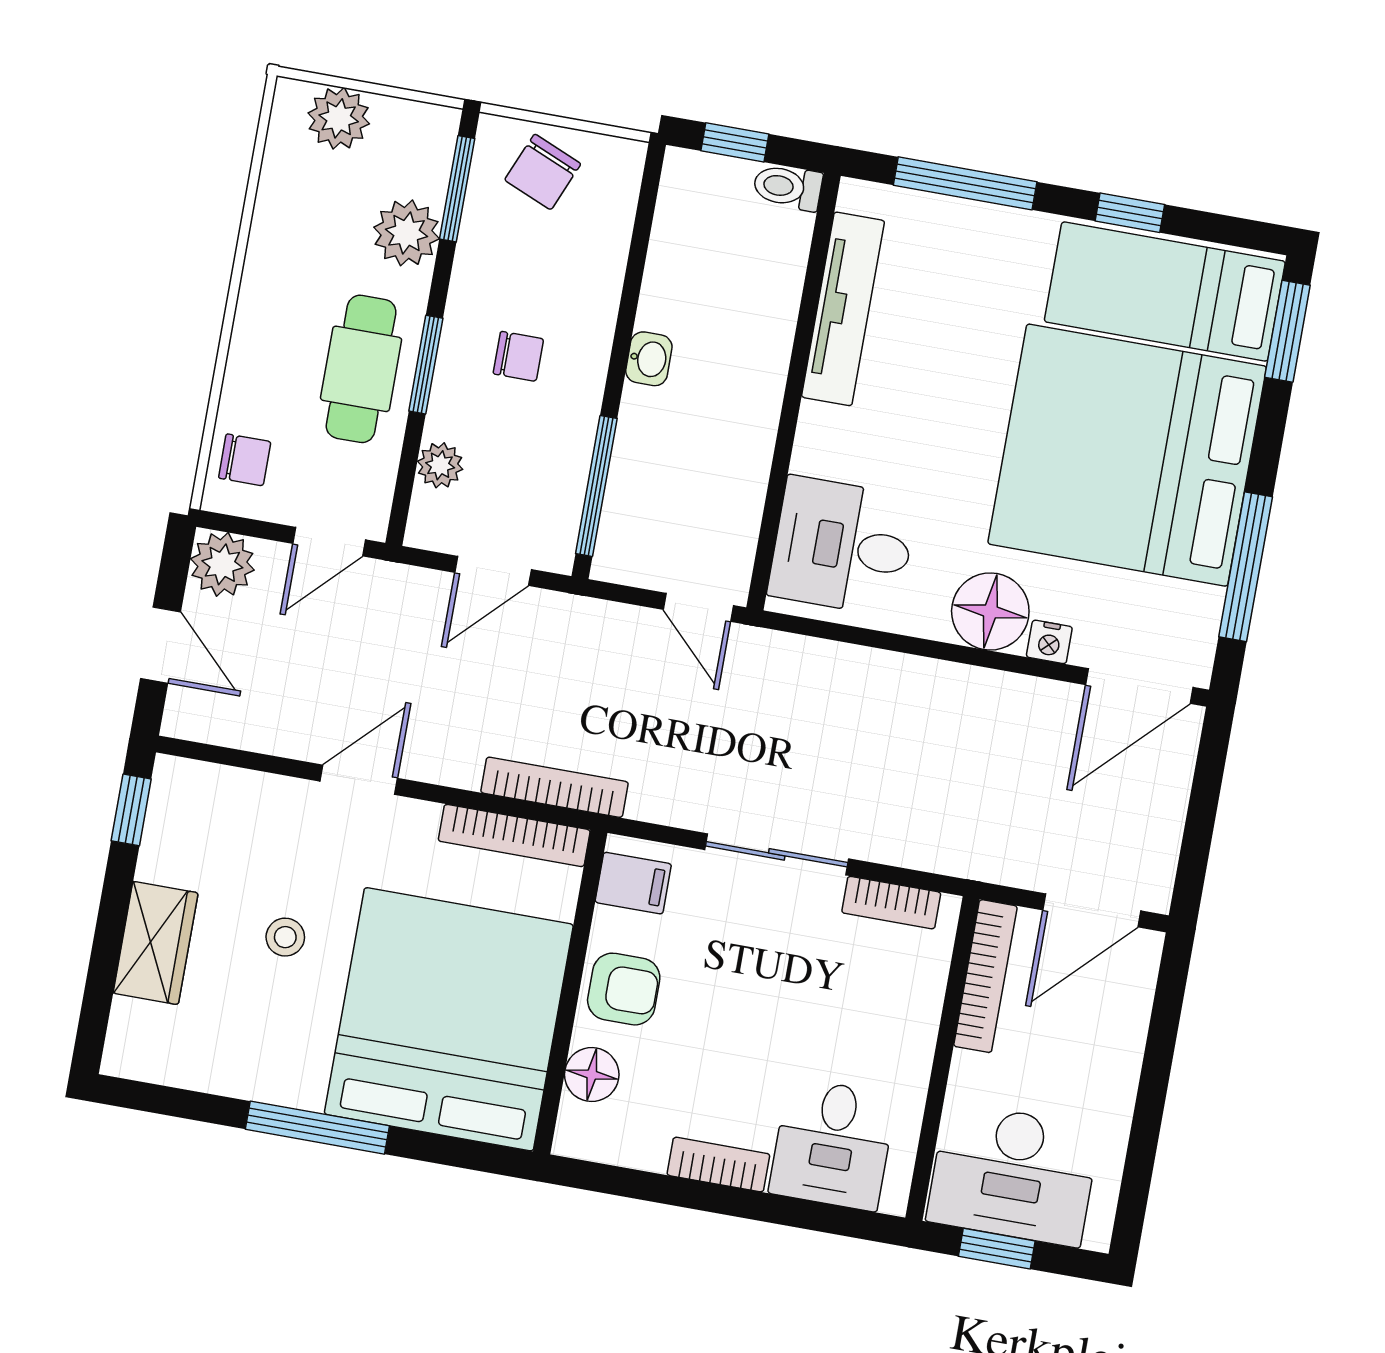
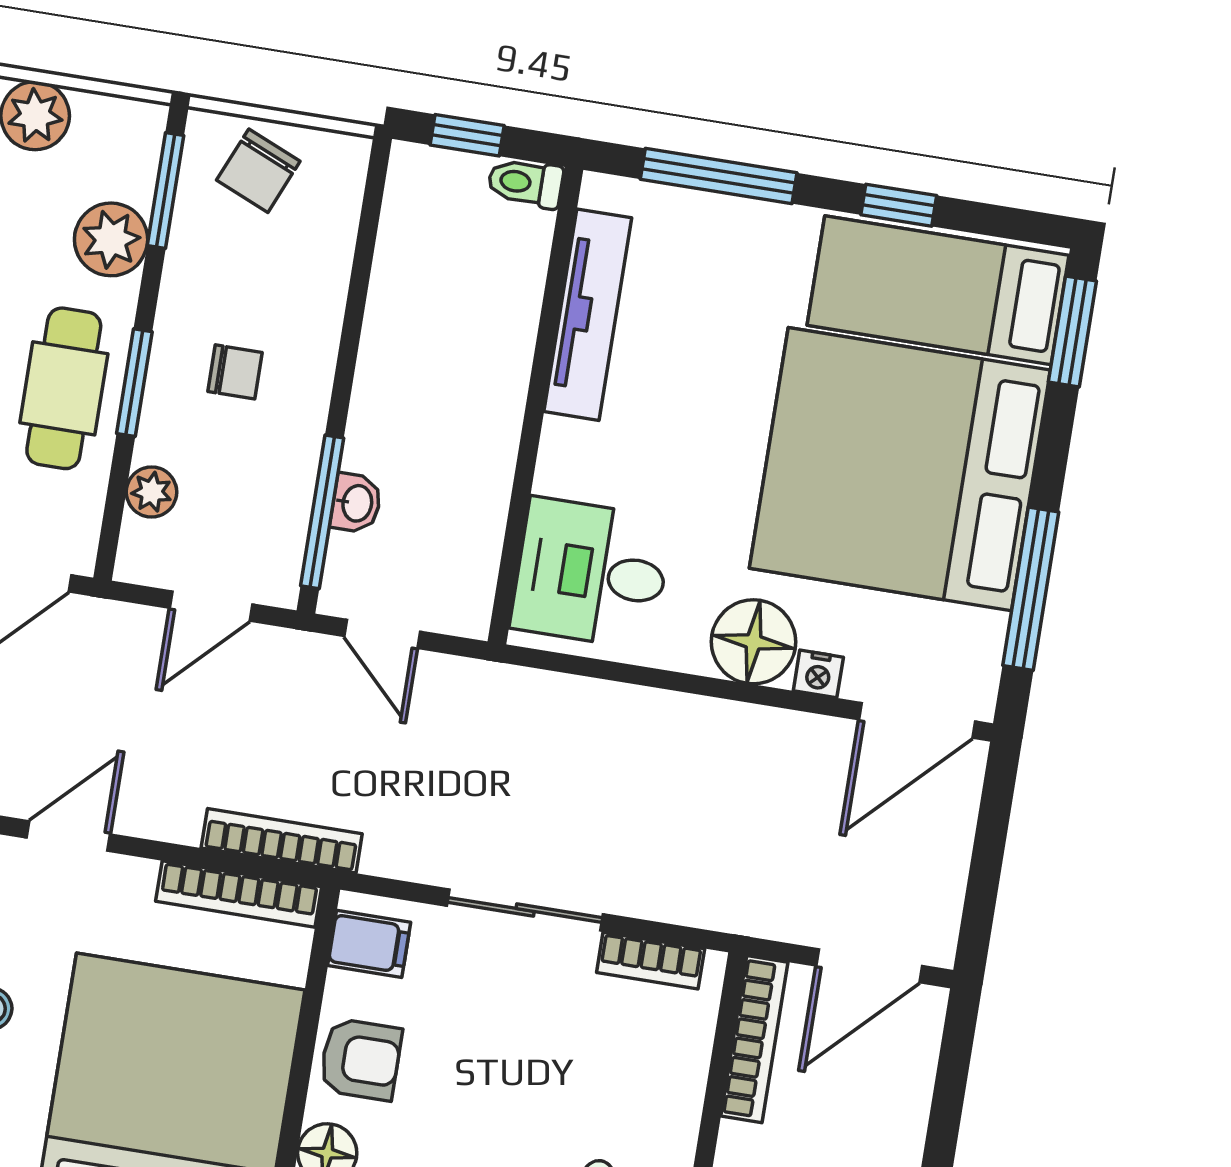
washbasin: (649, 359) -> (356, 503), moved
door: (698, 607) -> (382, 634), moved

